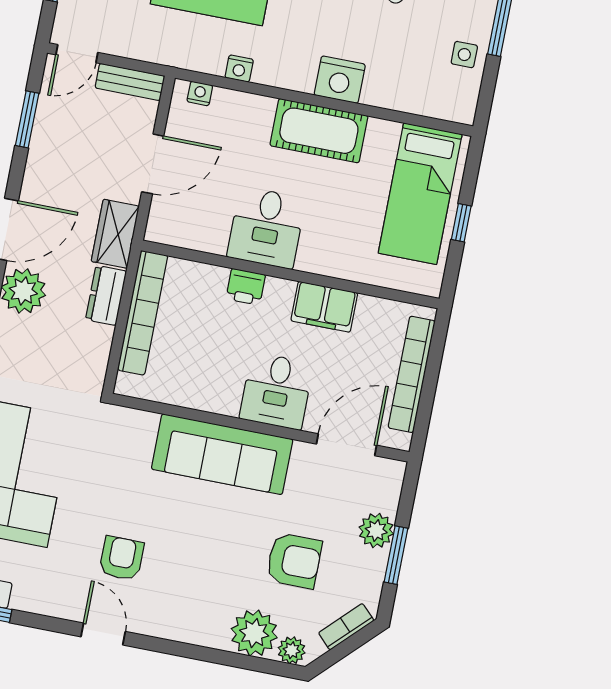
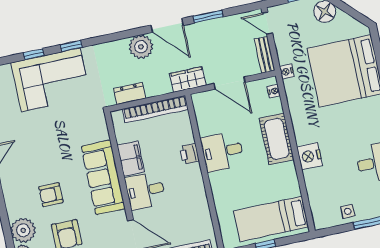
nightstand: (239, 68) -> (287, 72), moved
window: (27, 119) -> (208, 16), moved
cot: (319, 131) -> (277, 139), moved
dresser: (106, 295) -> (130, 94), moved
filing cabinet: (324, 307) -> (131, 159), moved, turned 180
armchair: (122, 558) -> (51, 195), moved, turned 180

